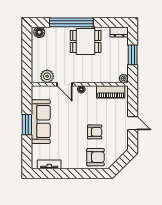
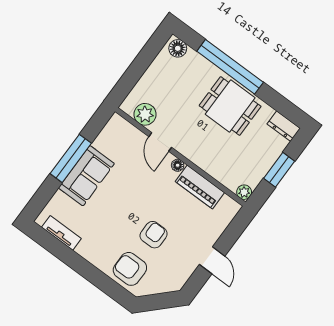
piano: (111, 92) -> (200, 187), moved
sofa: (41, 122) -> (86, 176), width x0.73
window: (27, 125) -> (71, 158), width x1.44
armchair: (95, 132) -> (154, 235), turned -90
armchair: (96, 157) -> (130, 269), turned 180

